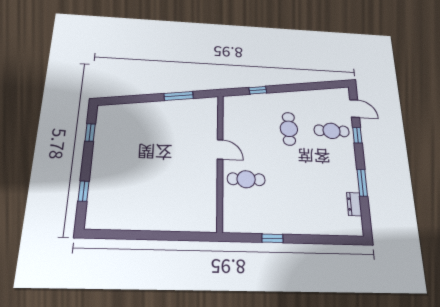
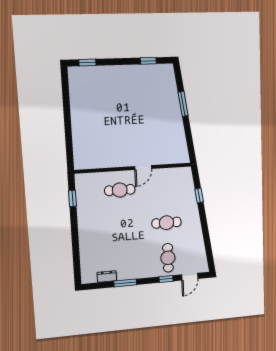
window: (179, 96) -> (183, 104), moved
cafe table: (246, 179) -> (120, 190), turned 90
window: (84, 191) -> (87, 63), moved
window: (272, 238) -> (72, 198), moved

